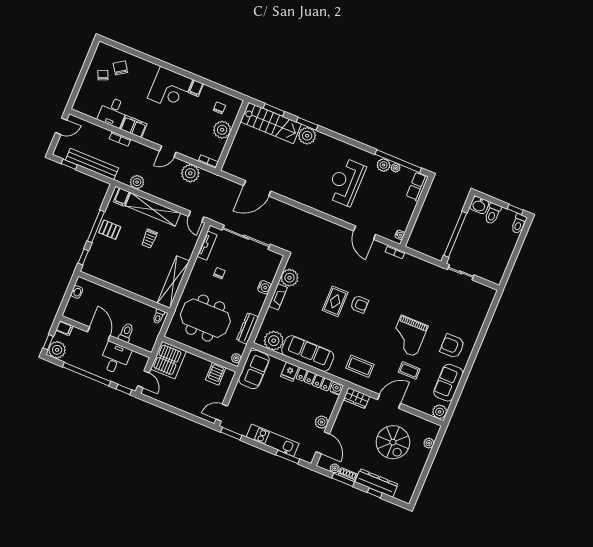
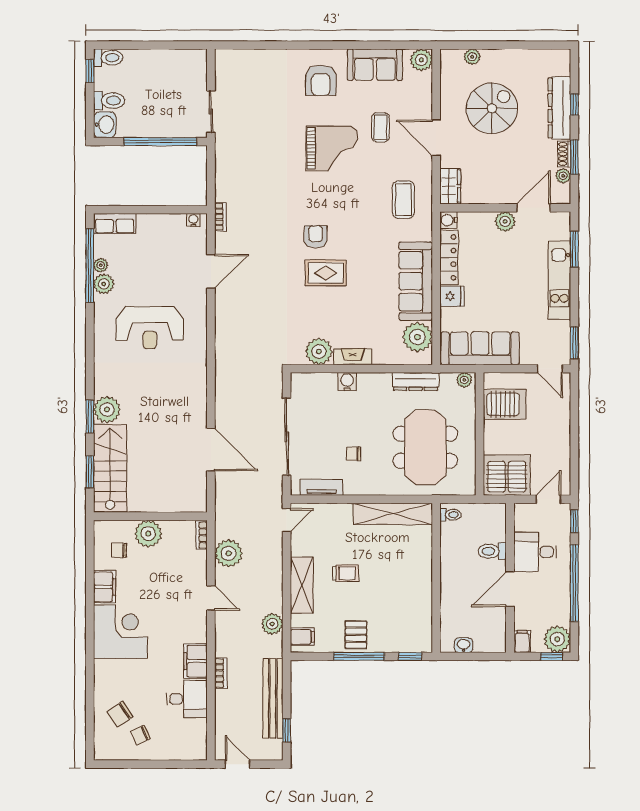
filing cabinet: (196, 88) -> (105, 587), width x2.00
shelving: (153, 209) -> (302, 585), width x0.68
sofa: (254, 369) -> (480, 348), width x1.36
server rack: (216, 374) -> (505, 404), width x1.36, depth x1.44

